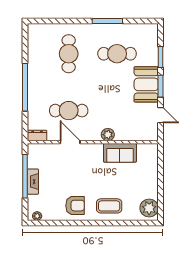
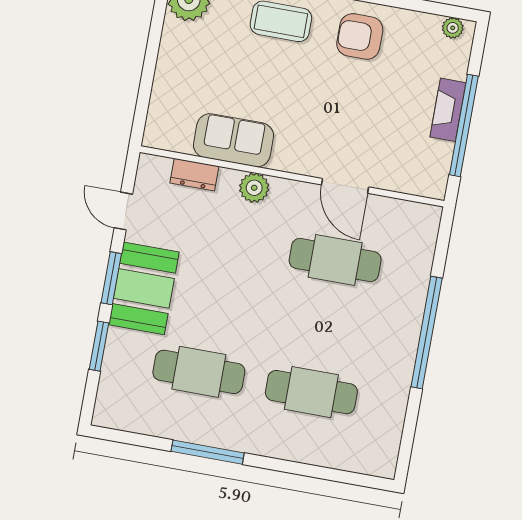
cafe table: (69, 54) -> (311, 392), turned 90
dresser: (37, 136) -> (194, 175), moved

